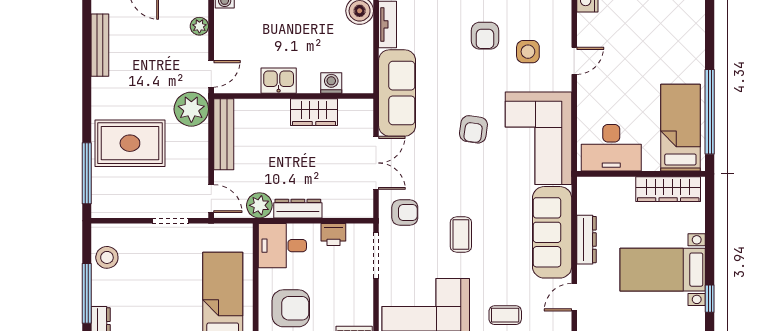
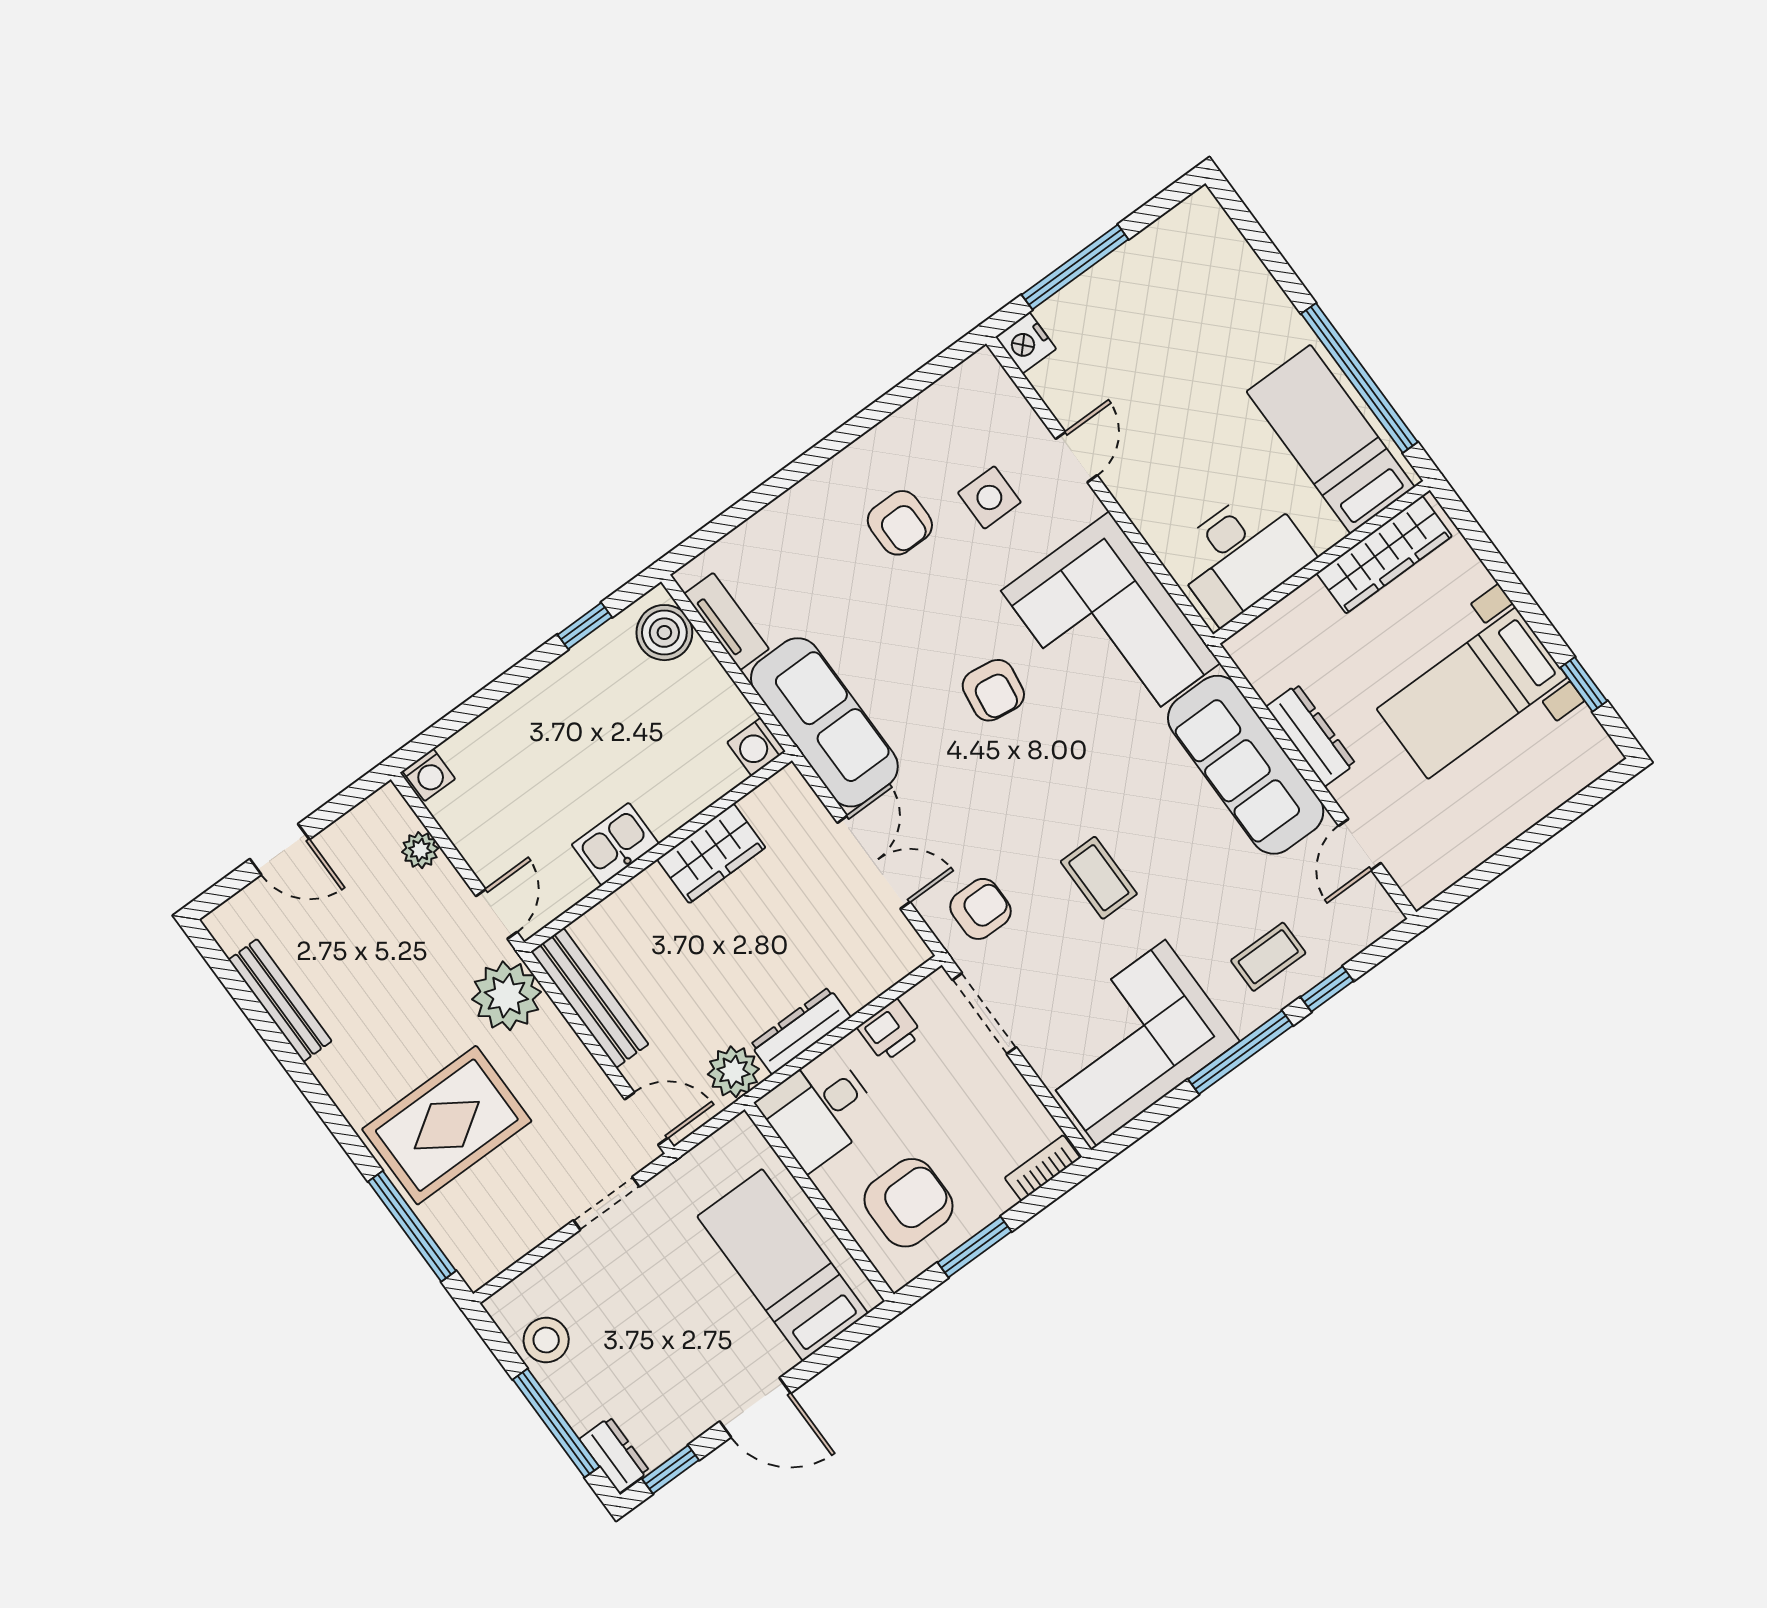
washing machine: (331, 83) -> (756, 747), moved, turned -90

